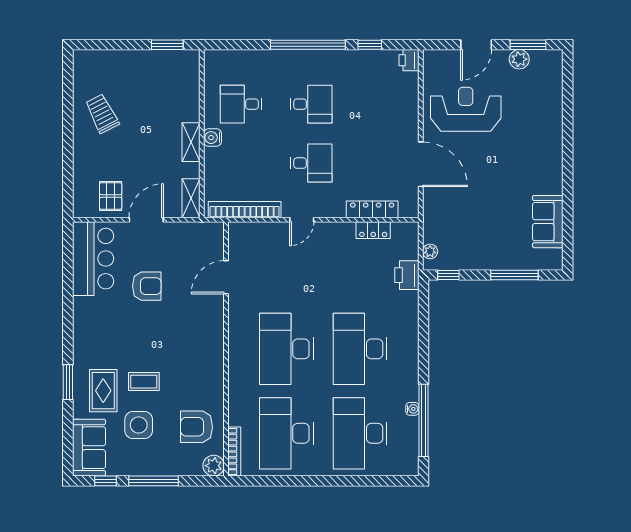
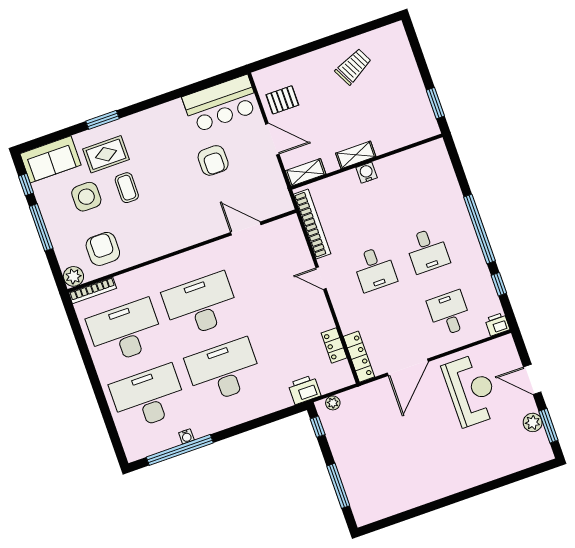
desk: (241, 104) -> (449, 313), moved
locker: (372, 209) -> (359, 357), moved
sofa: (548, 222) -> (396, 499), removed

